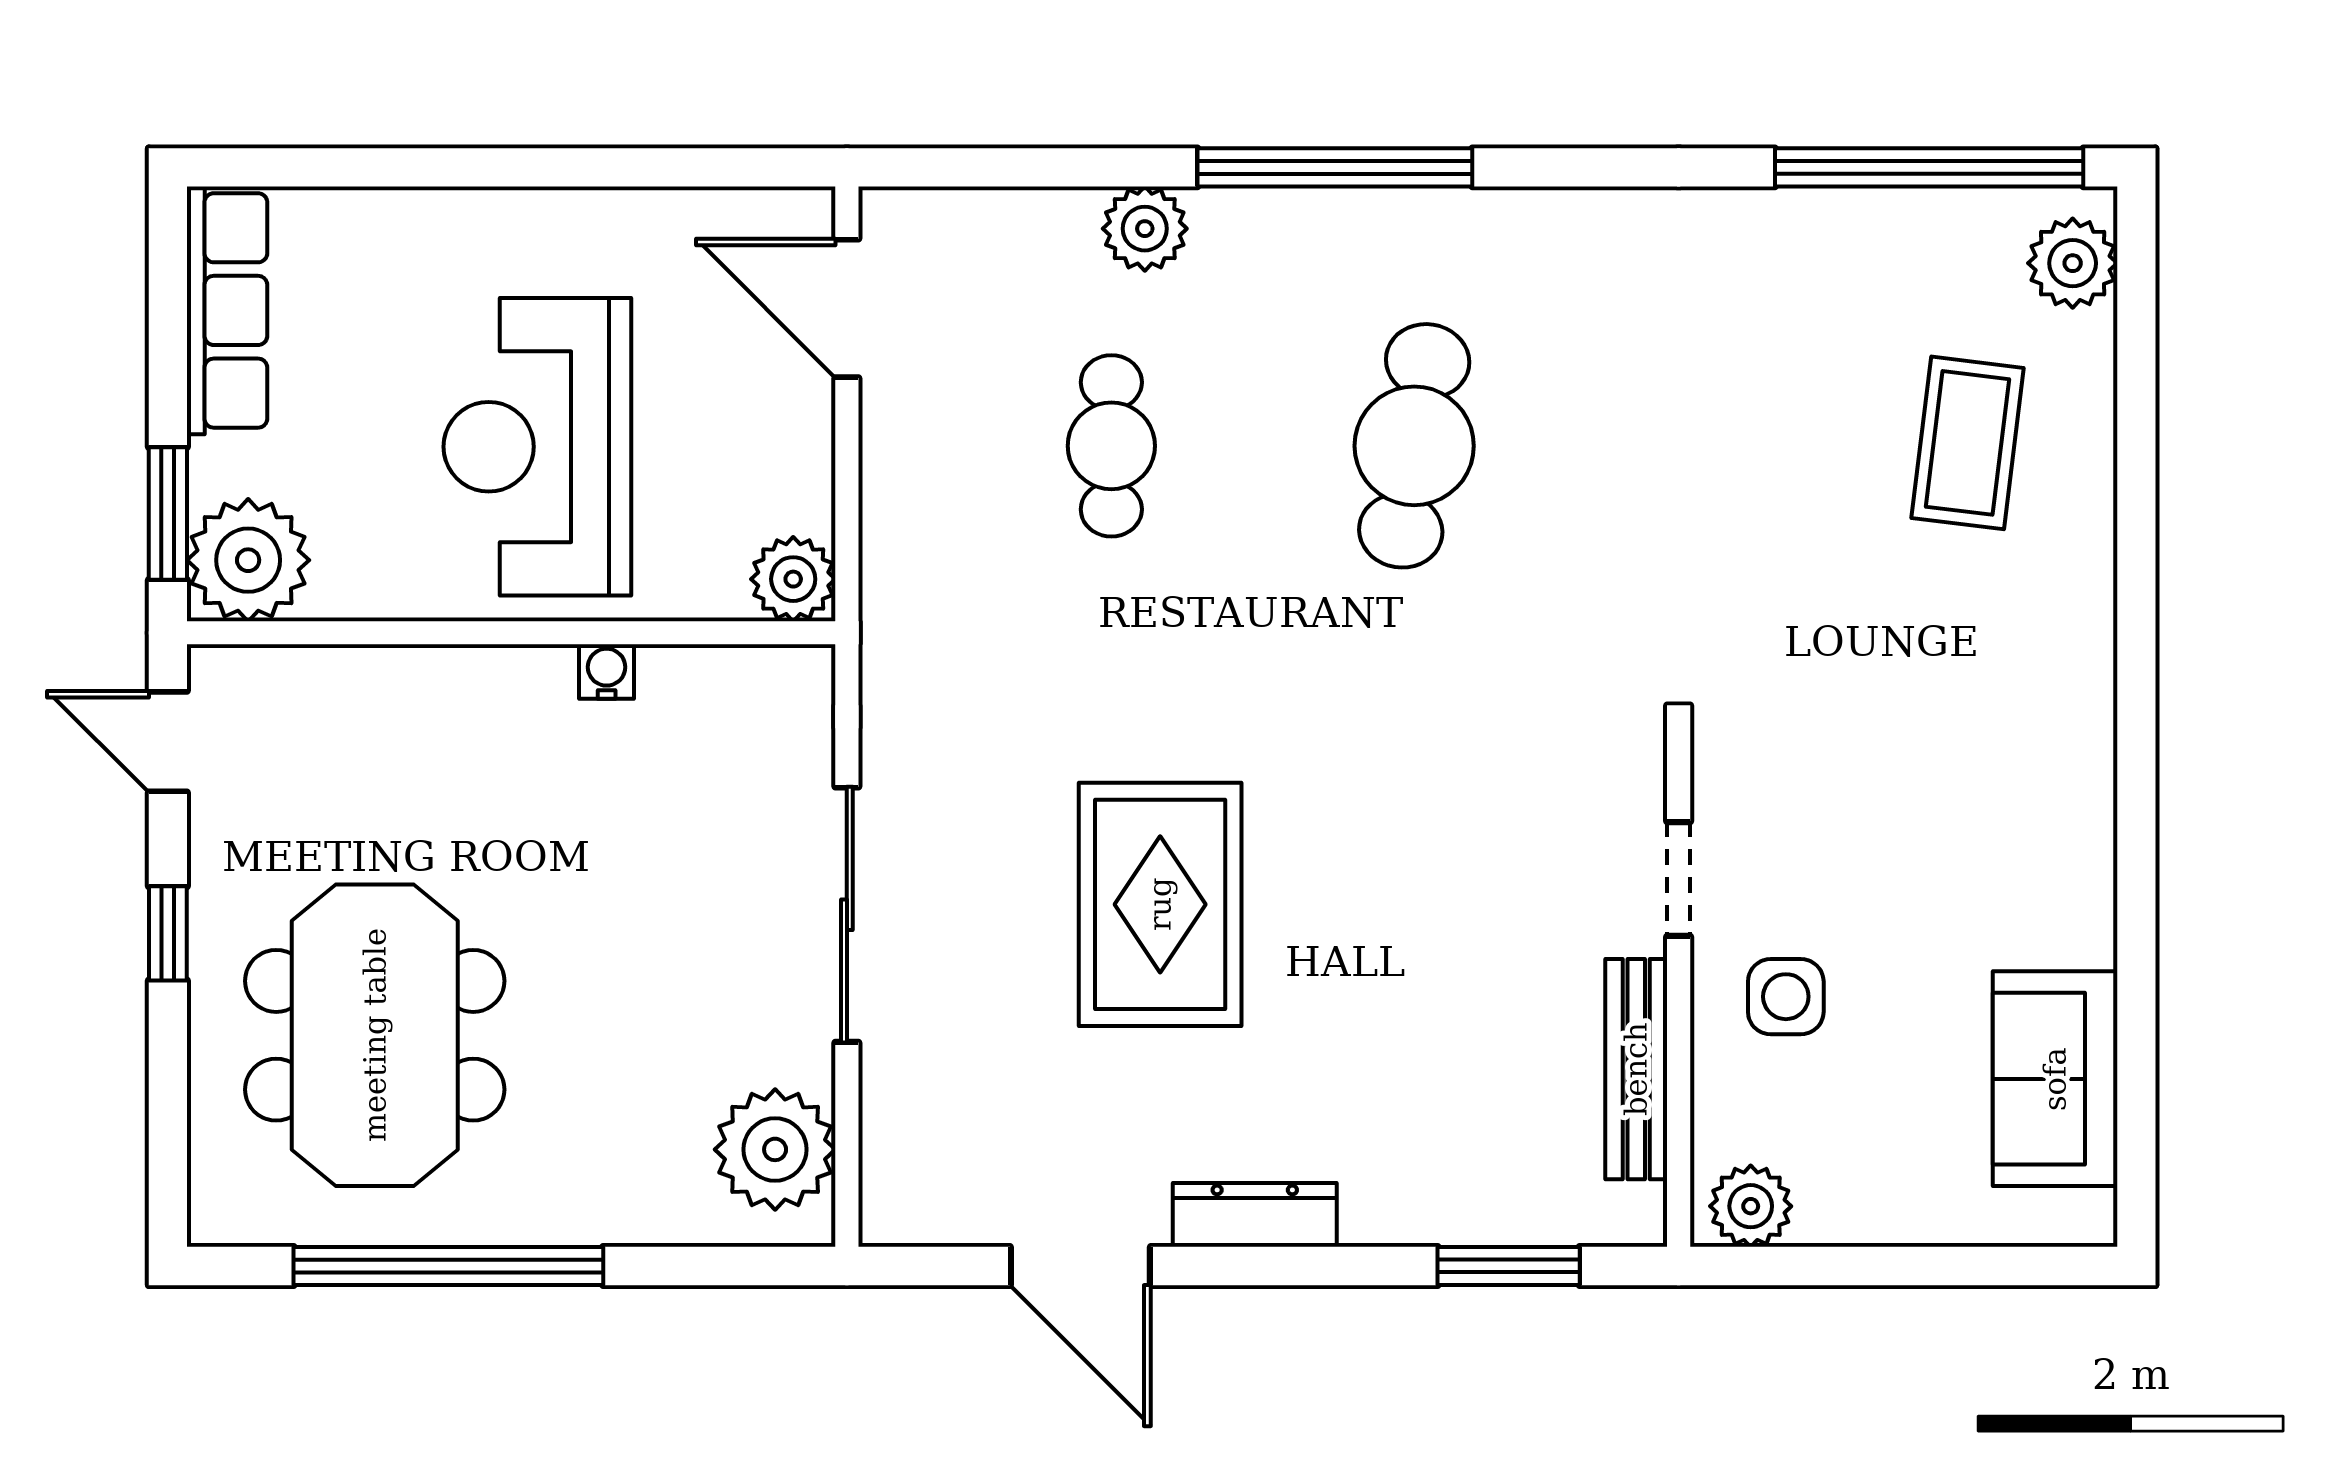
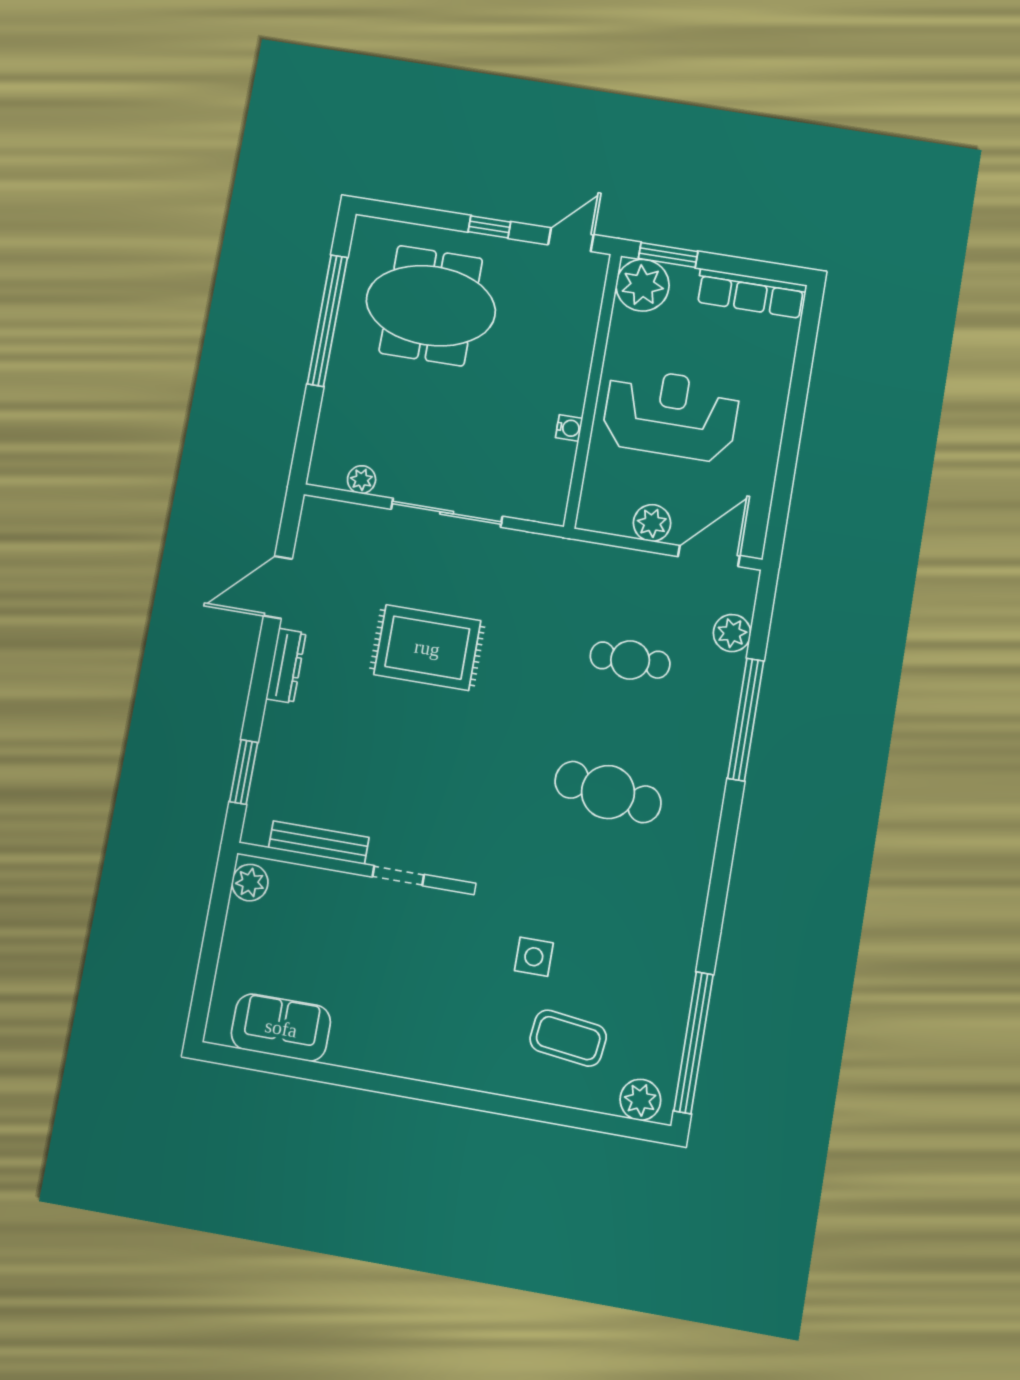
window: (1335, 167) -> (746, 720), moved
plant: (1145, 229) -> (732, 633), moved
plant: (793, 579) -> (652, 523), moved
side table: (1786, 997) -> (534, 957), moved
plant: (775, 1149) -> (362, 480), width x0.53, depth x0.53

